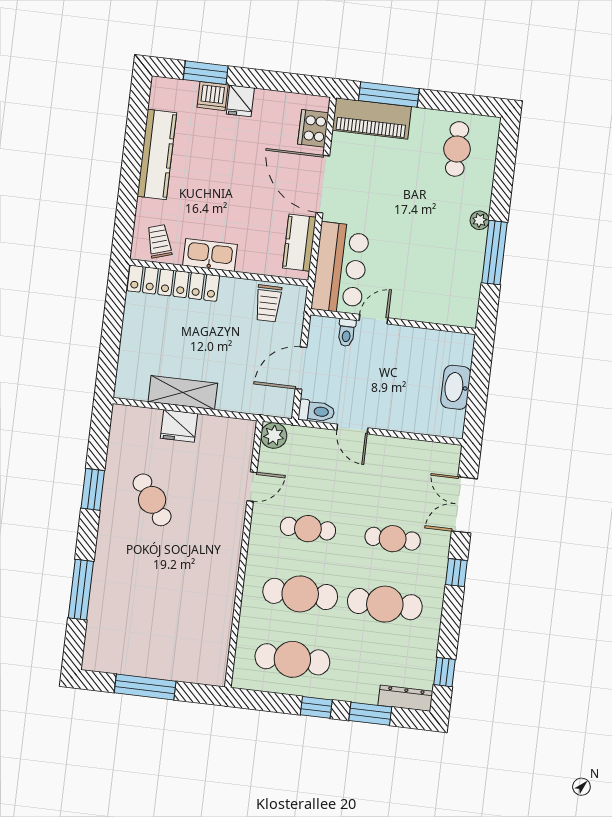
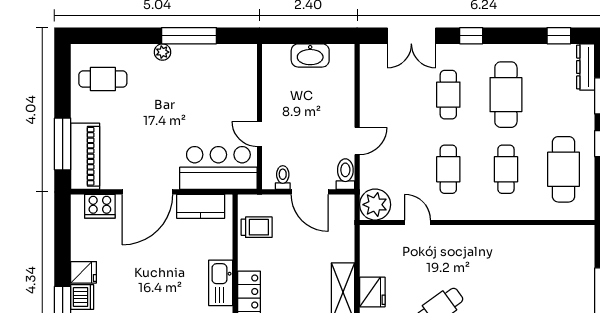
toilet: (347, 333) -> (283, 178), moved, turned -90
plant: (274, 436) -> (375, 205), width x1.36, depth x1.36
cafe table: (300, 594) -> (506, 169), width x0.73, depth x0.74

